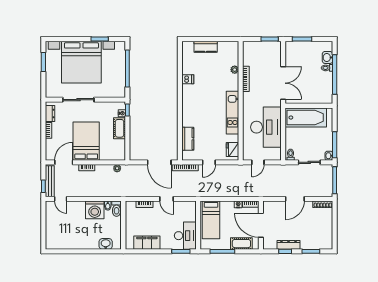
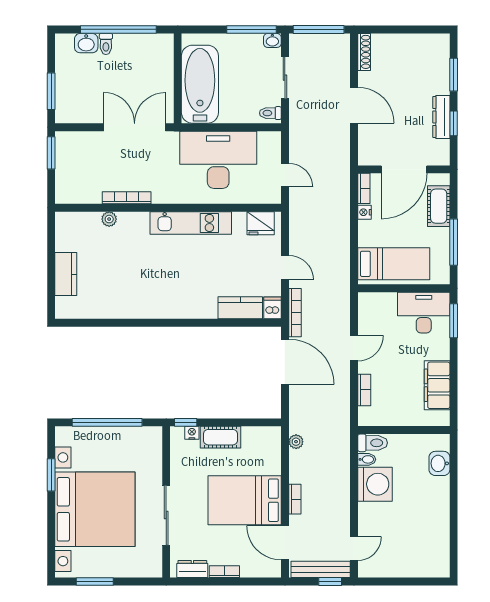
dishwasher: (188, 79) -> (272, 308), moved
door: (159, 162) -> (285, 362), hinge flipped

